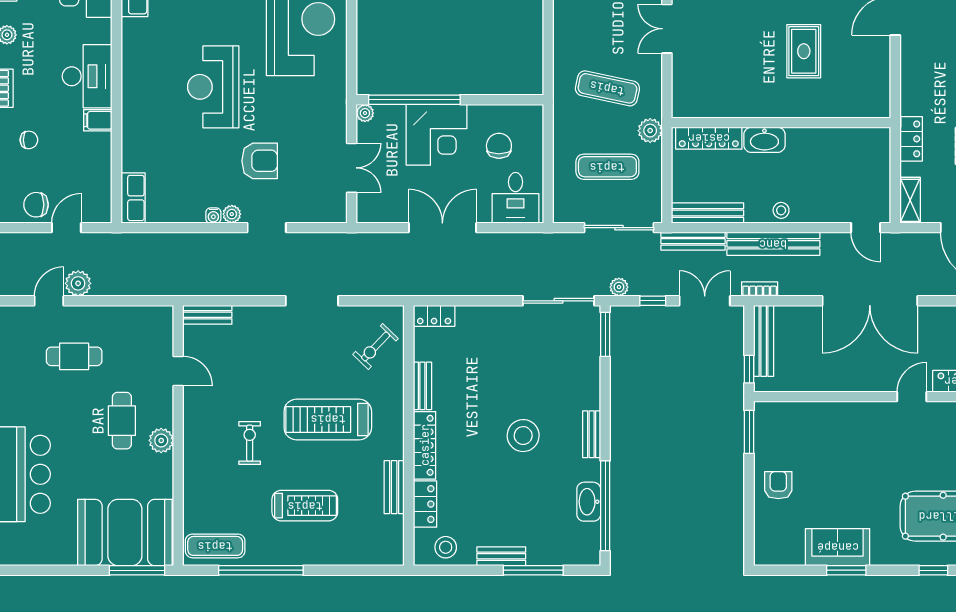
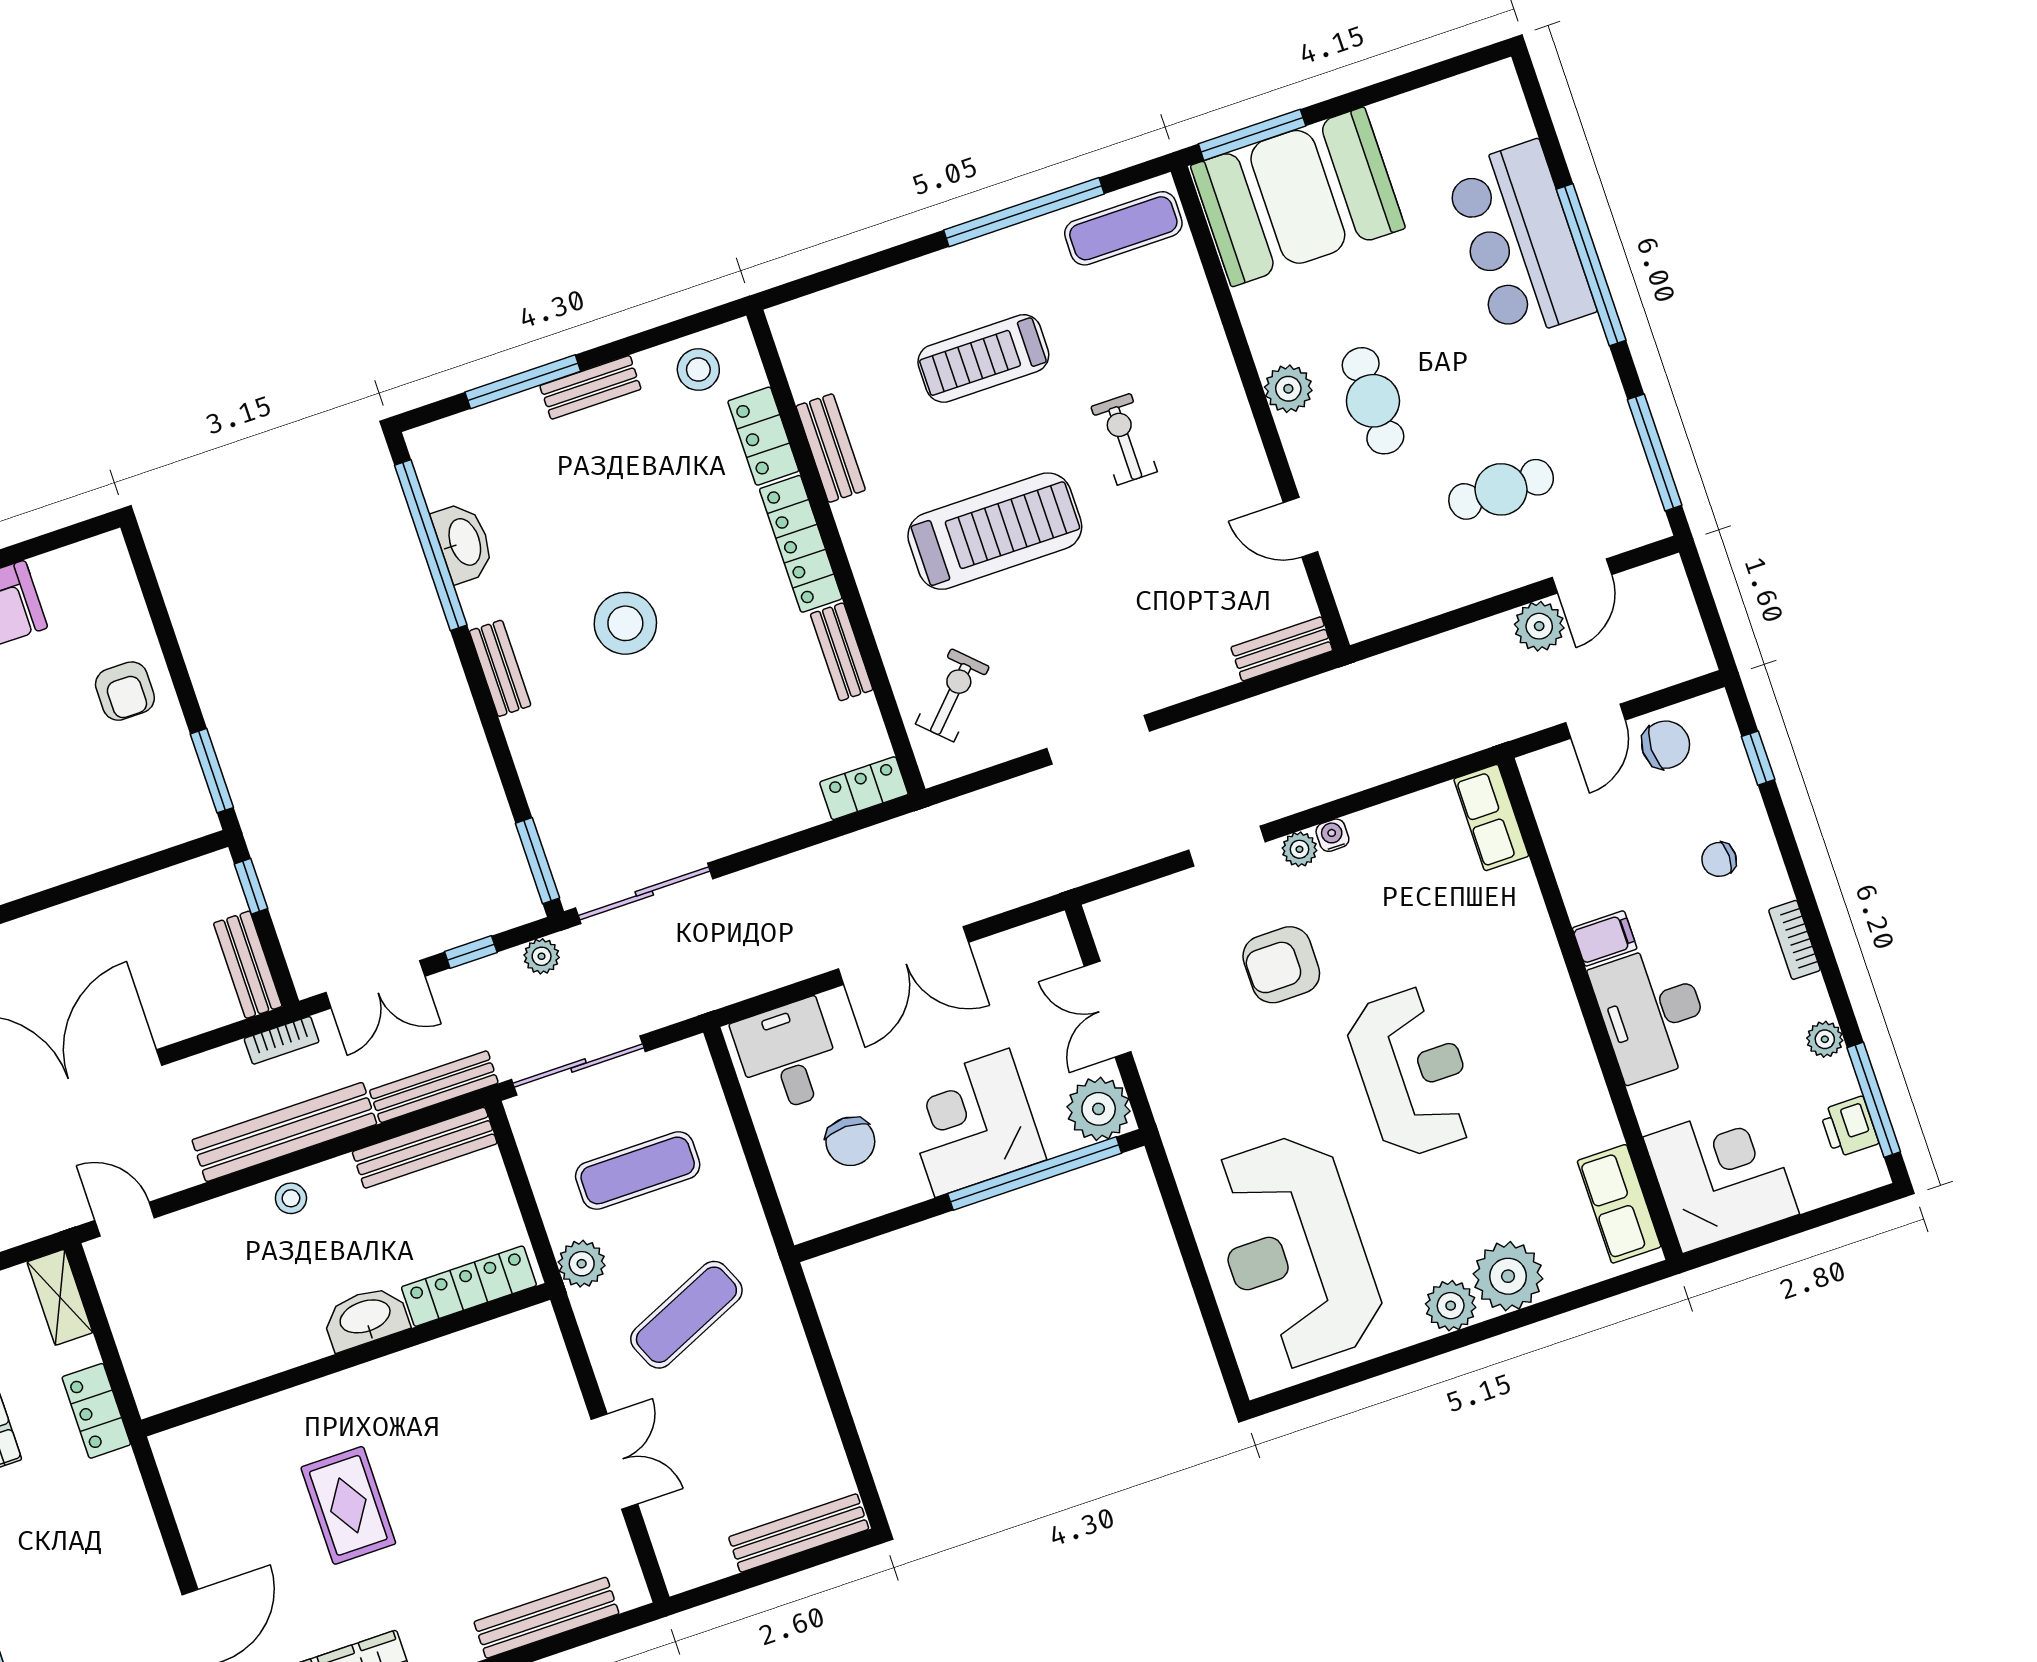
exercise mat: (607, 88) -> (686, 1315), turned -36
plant: (365, 113) -> (1099, 1109), width x1.88, depth x1.88
bench: (764, 341) -> (248, 965), width x0.73
exercise bike: (250, 443) -> (1124, 439), turned 180

